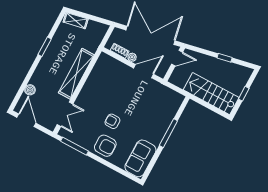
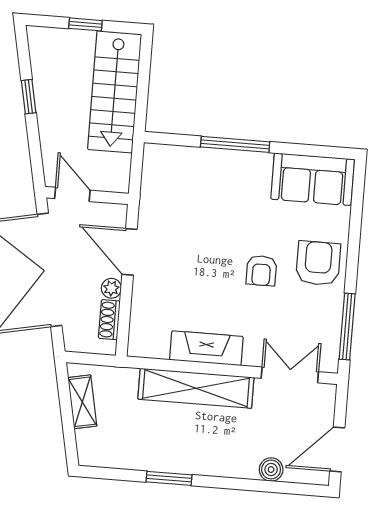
shelving: (76, 21) -> (82, 402), moved
fireplace: (91, 85) -> (206, 348), added

